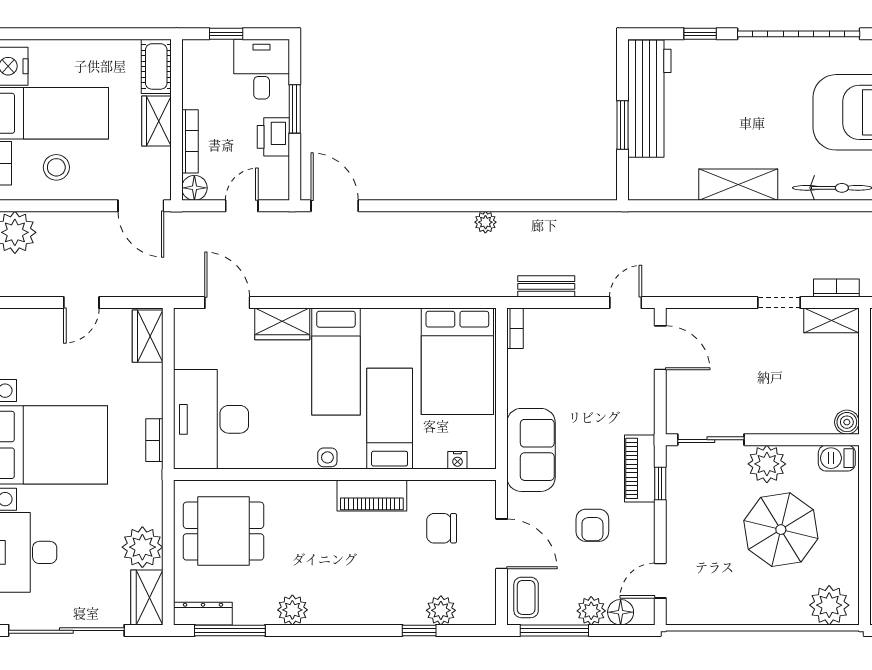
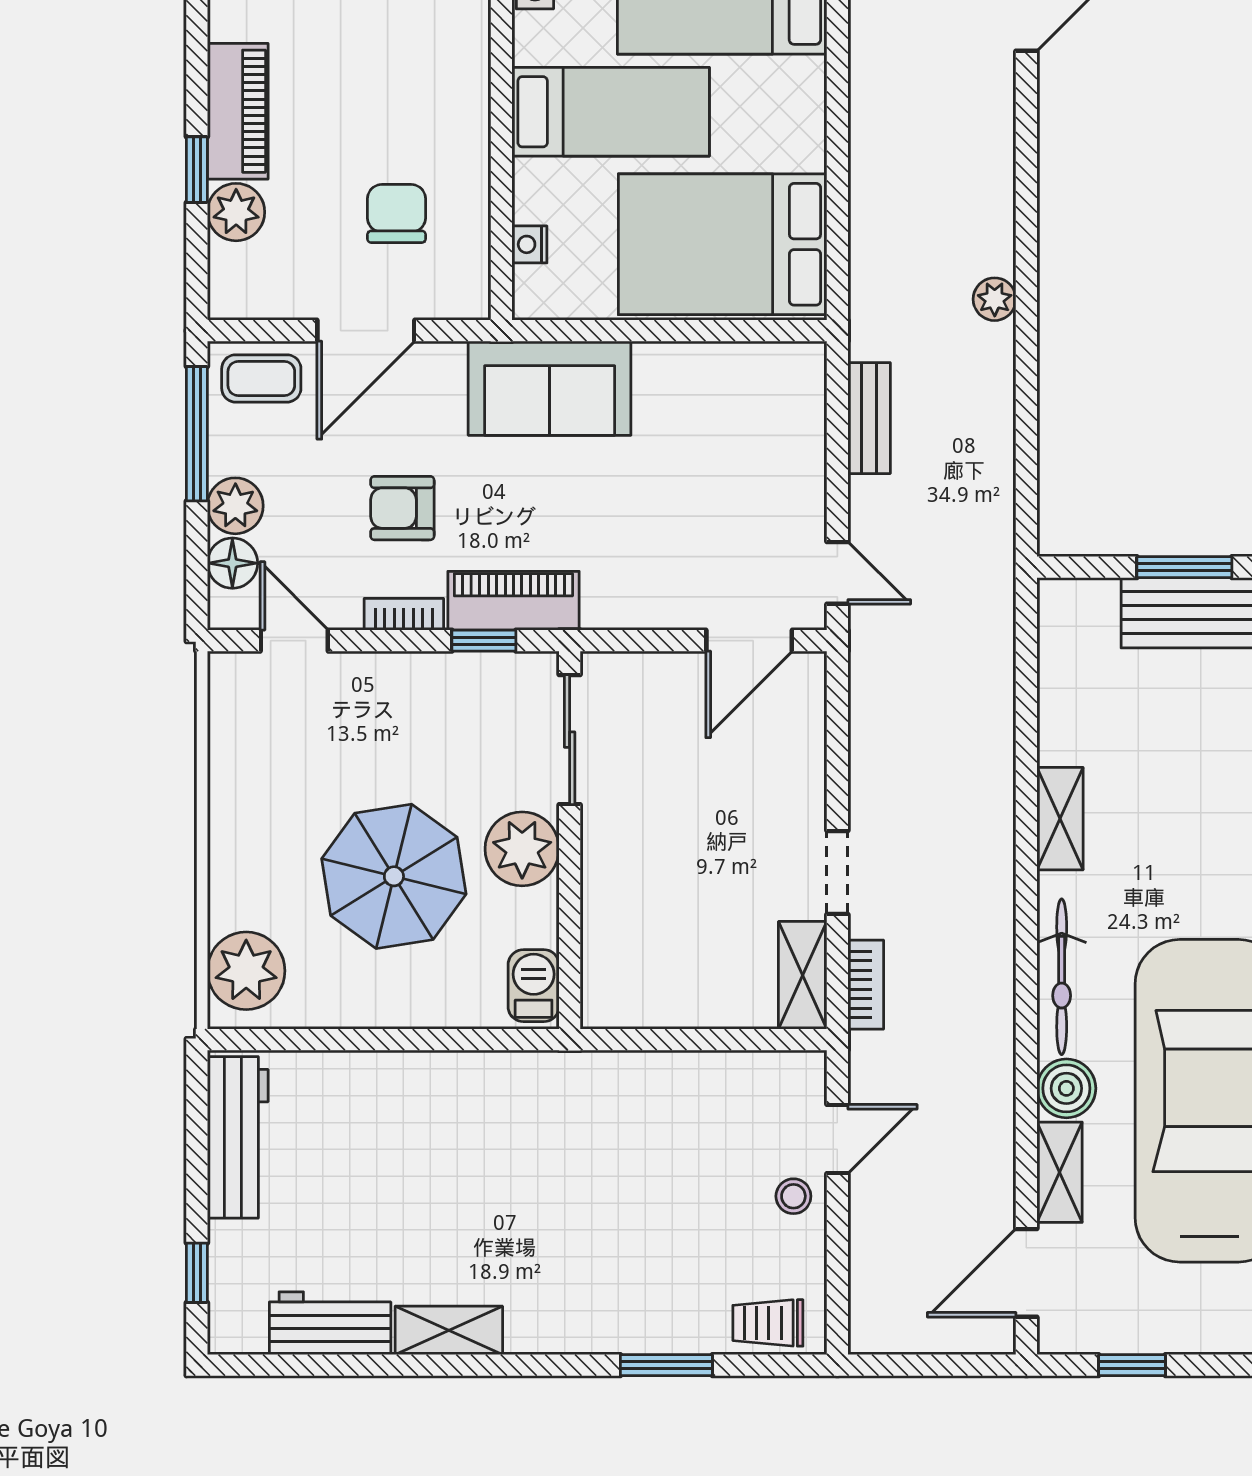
shelving: (738, 185) -> (1060, 819), width x0.67, depth x0.75
bookcase: (515, 328) -> (404, 614), moved, turned 180
boiler: (847, 422) -> (604, 1005), removed
piano: (372, 496) -> (238, 111), moved, turned 180

